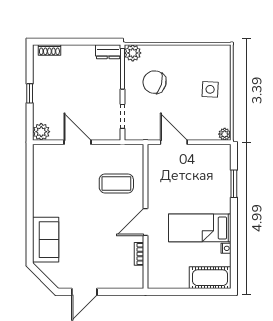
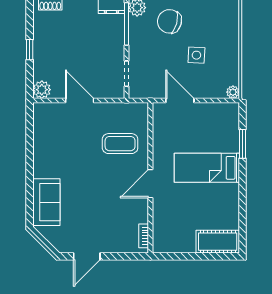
chair: (155, 82) -> (169, 21), moved
side table: (210, 89) -> (196, 55), moved
bed: (200, 228) -> (207, 168), moved
nightstand: (226, 248) -> (234, 211), removed
bookcase: (139, 254) -> (144, 236), moved

